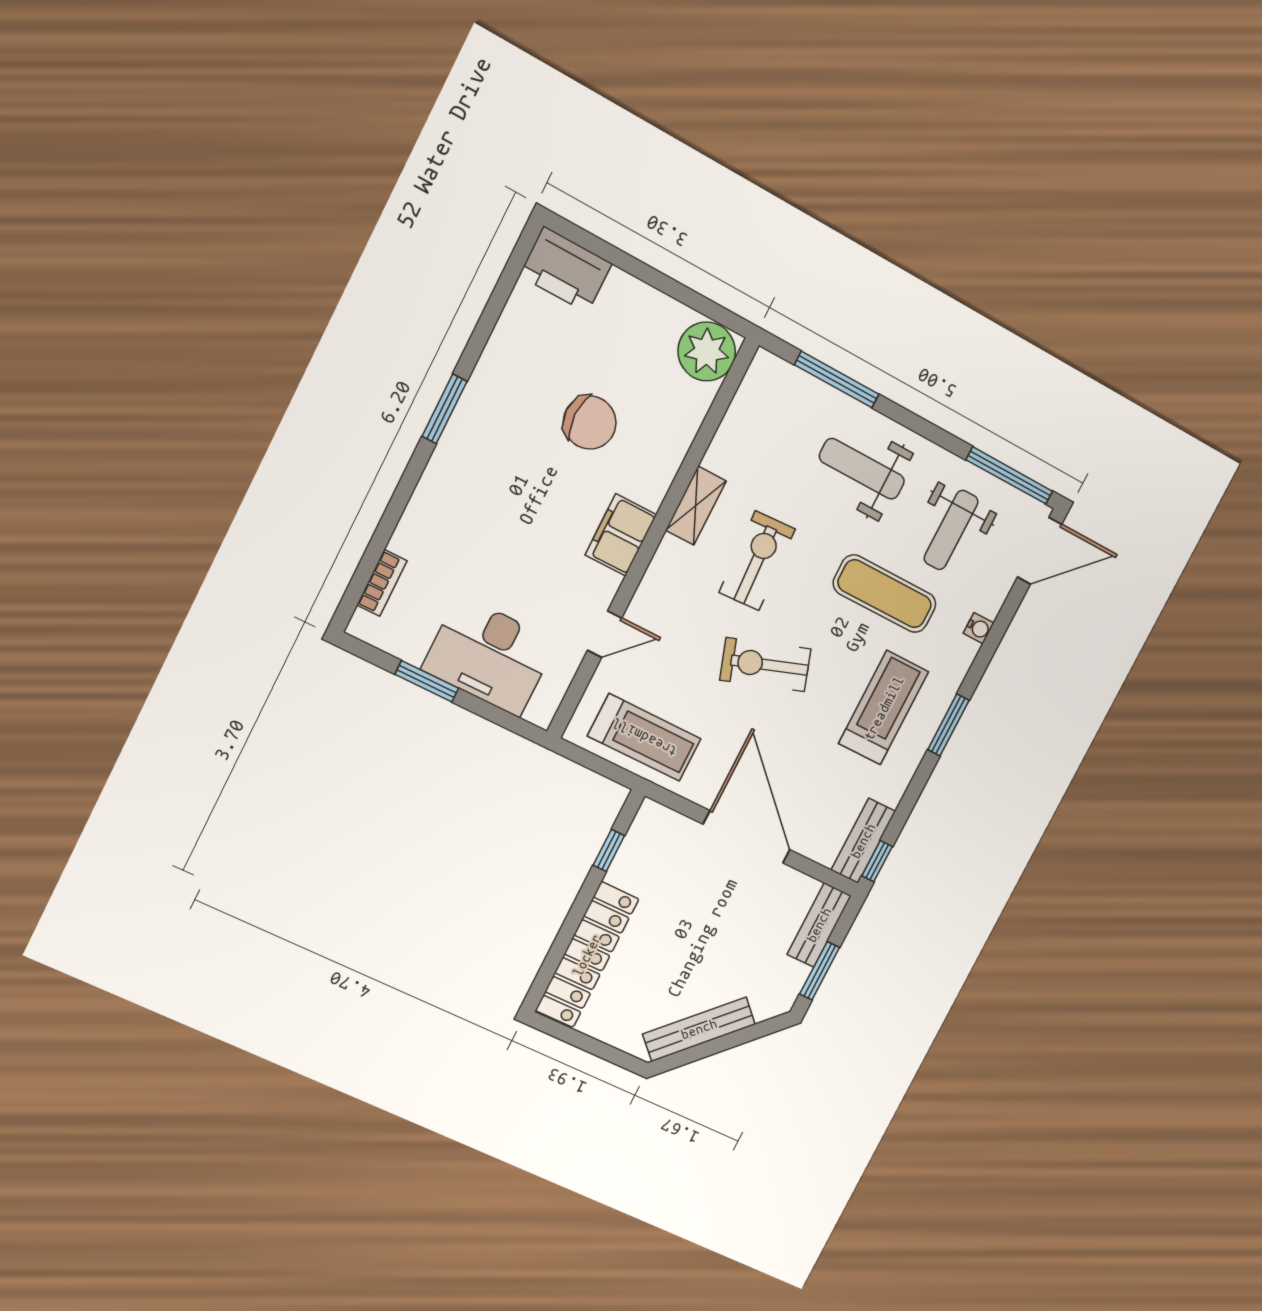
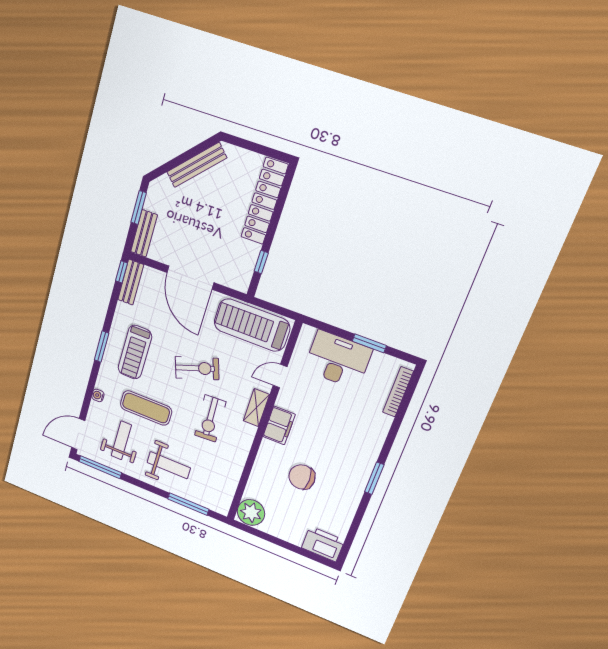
shelving: (696, 506) -> (256, 408), moved
bookcase: (382, 583) -> (398, 392), width x1.56
treadmill: (644, 737) -> (252, 325), width x1.37, depth x1.38

